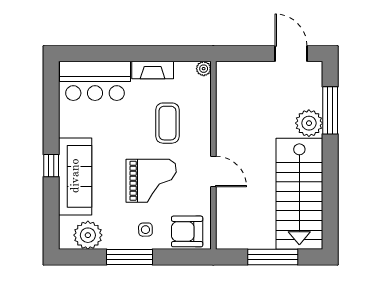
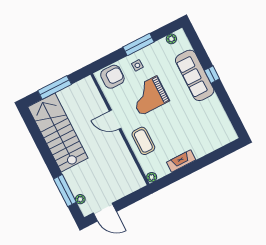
bar counter: (95, 81) -> (212, 137), removed
coffee table: (167, 123) -> (143, 141), moved
plant: (309, 123) -> (80, 199), moved, width x0.53, depth x0.53
plant: (88, 235) -> (171, 39), width x0.53, depth x0.53

